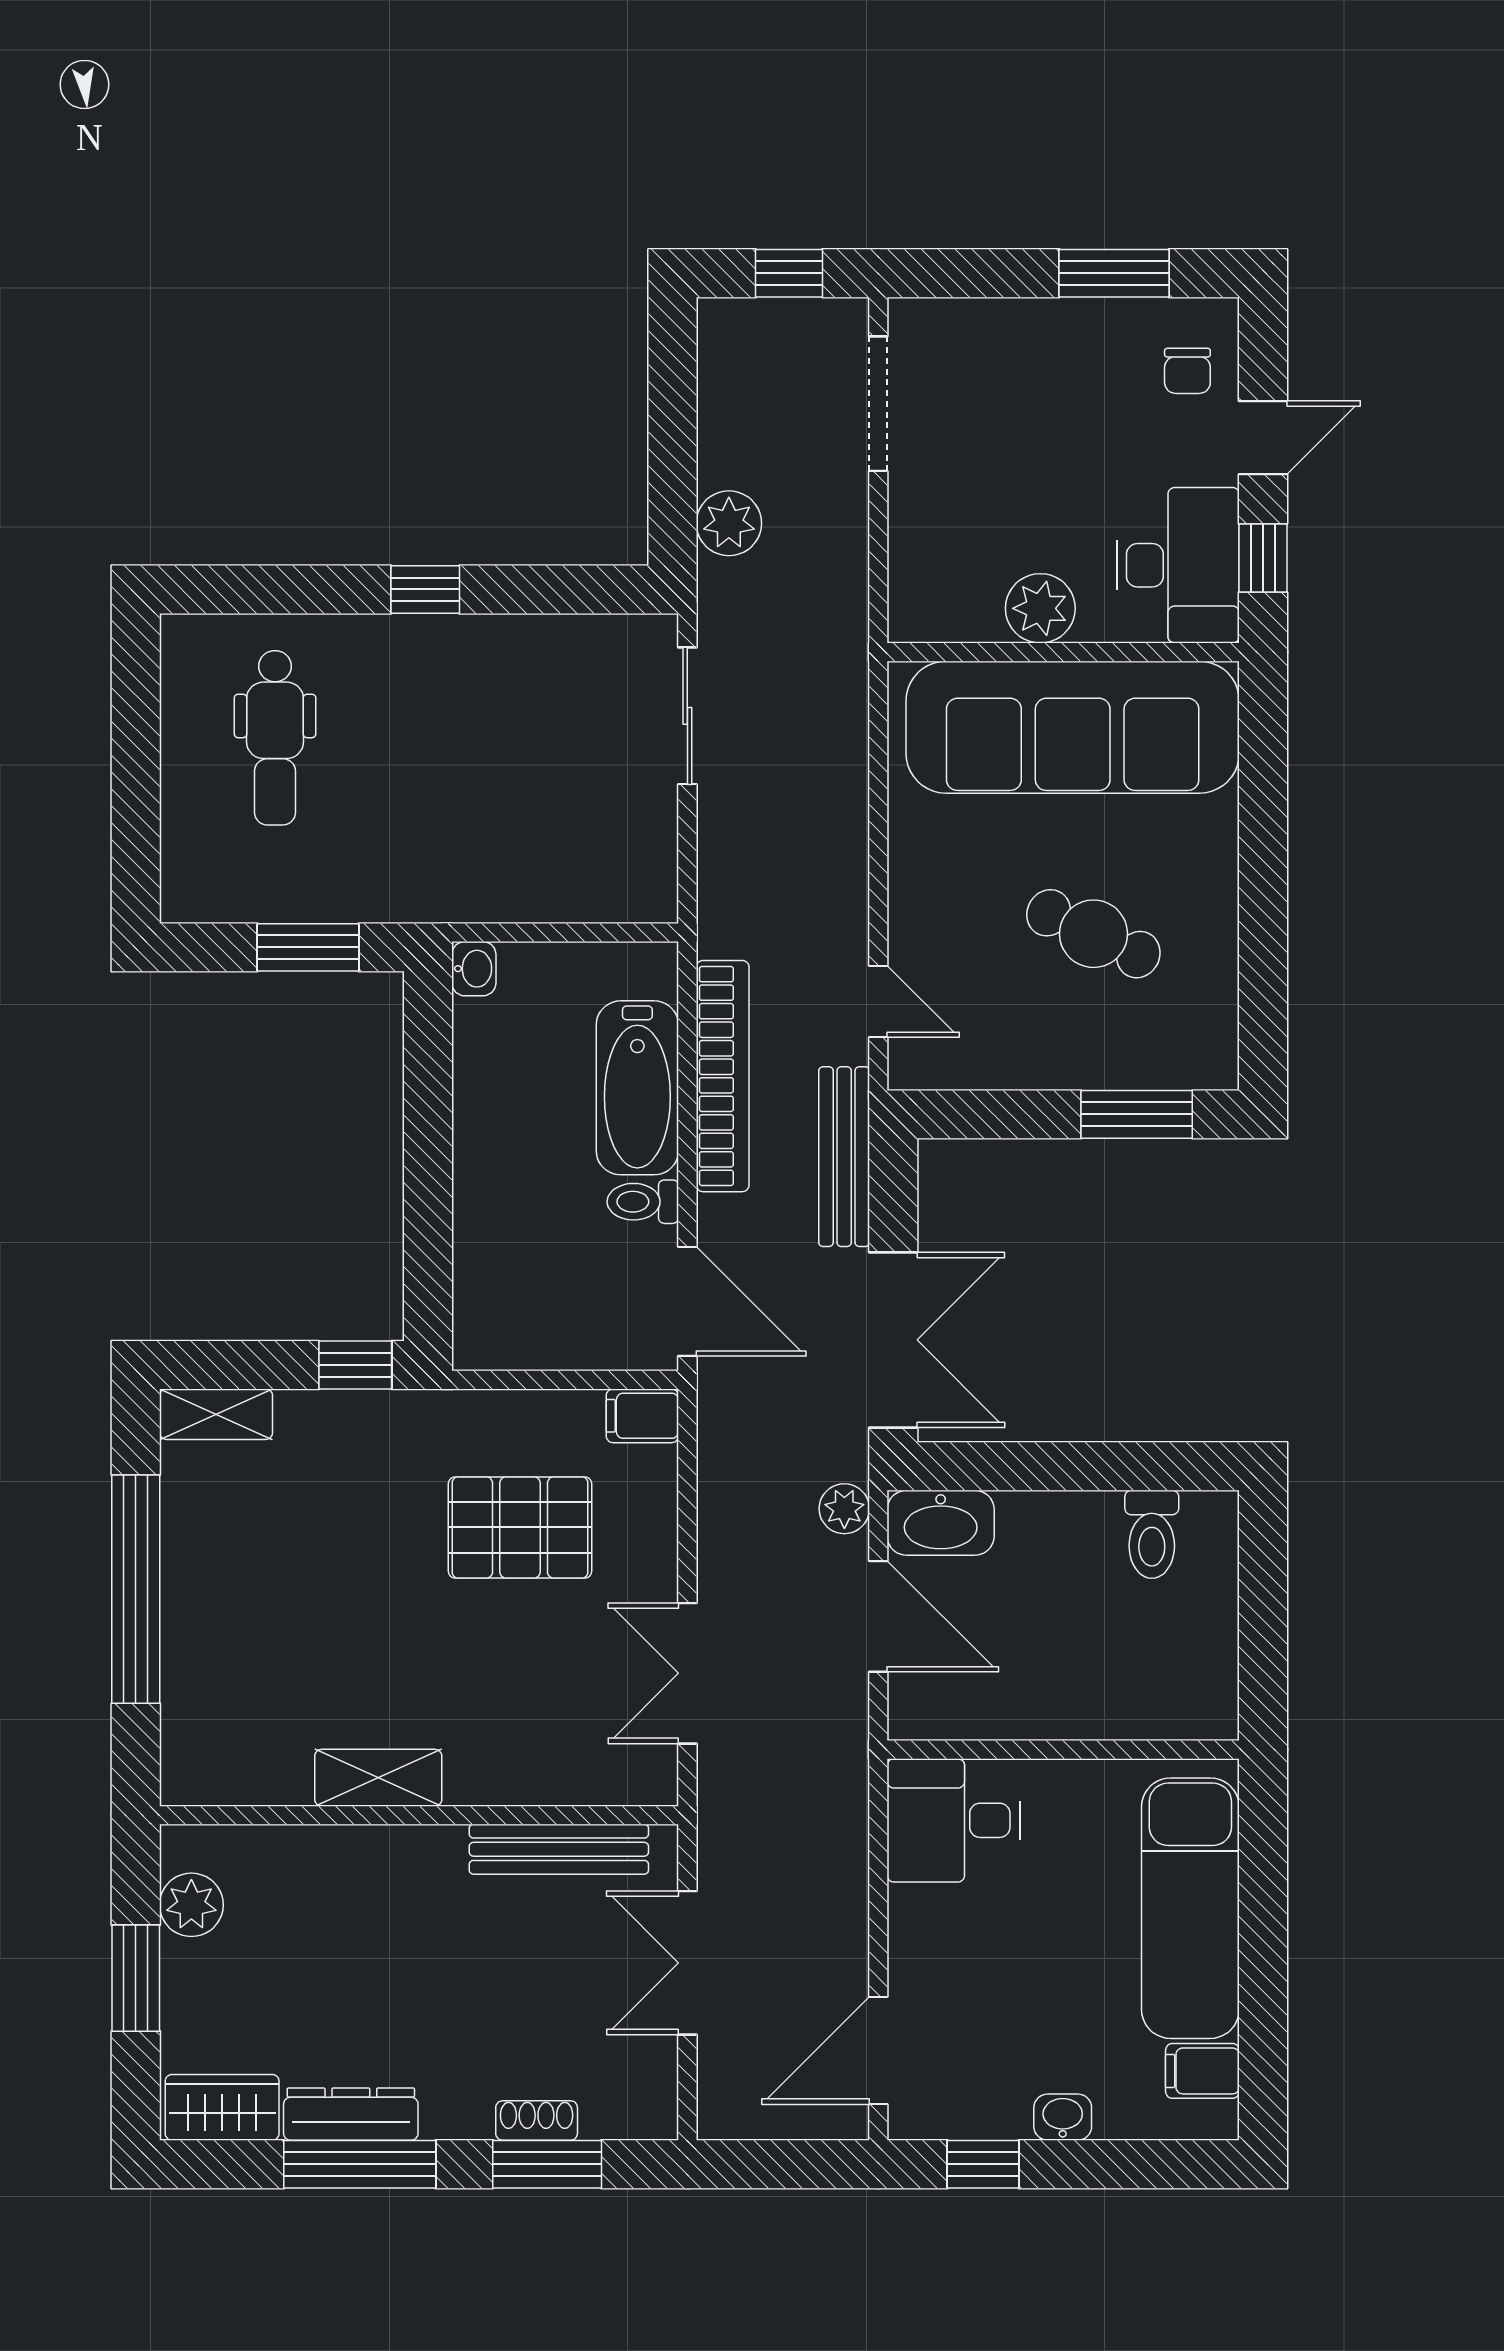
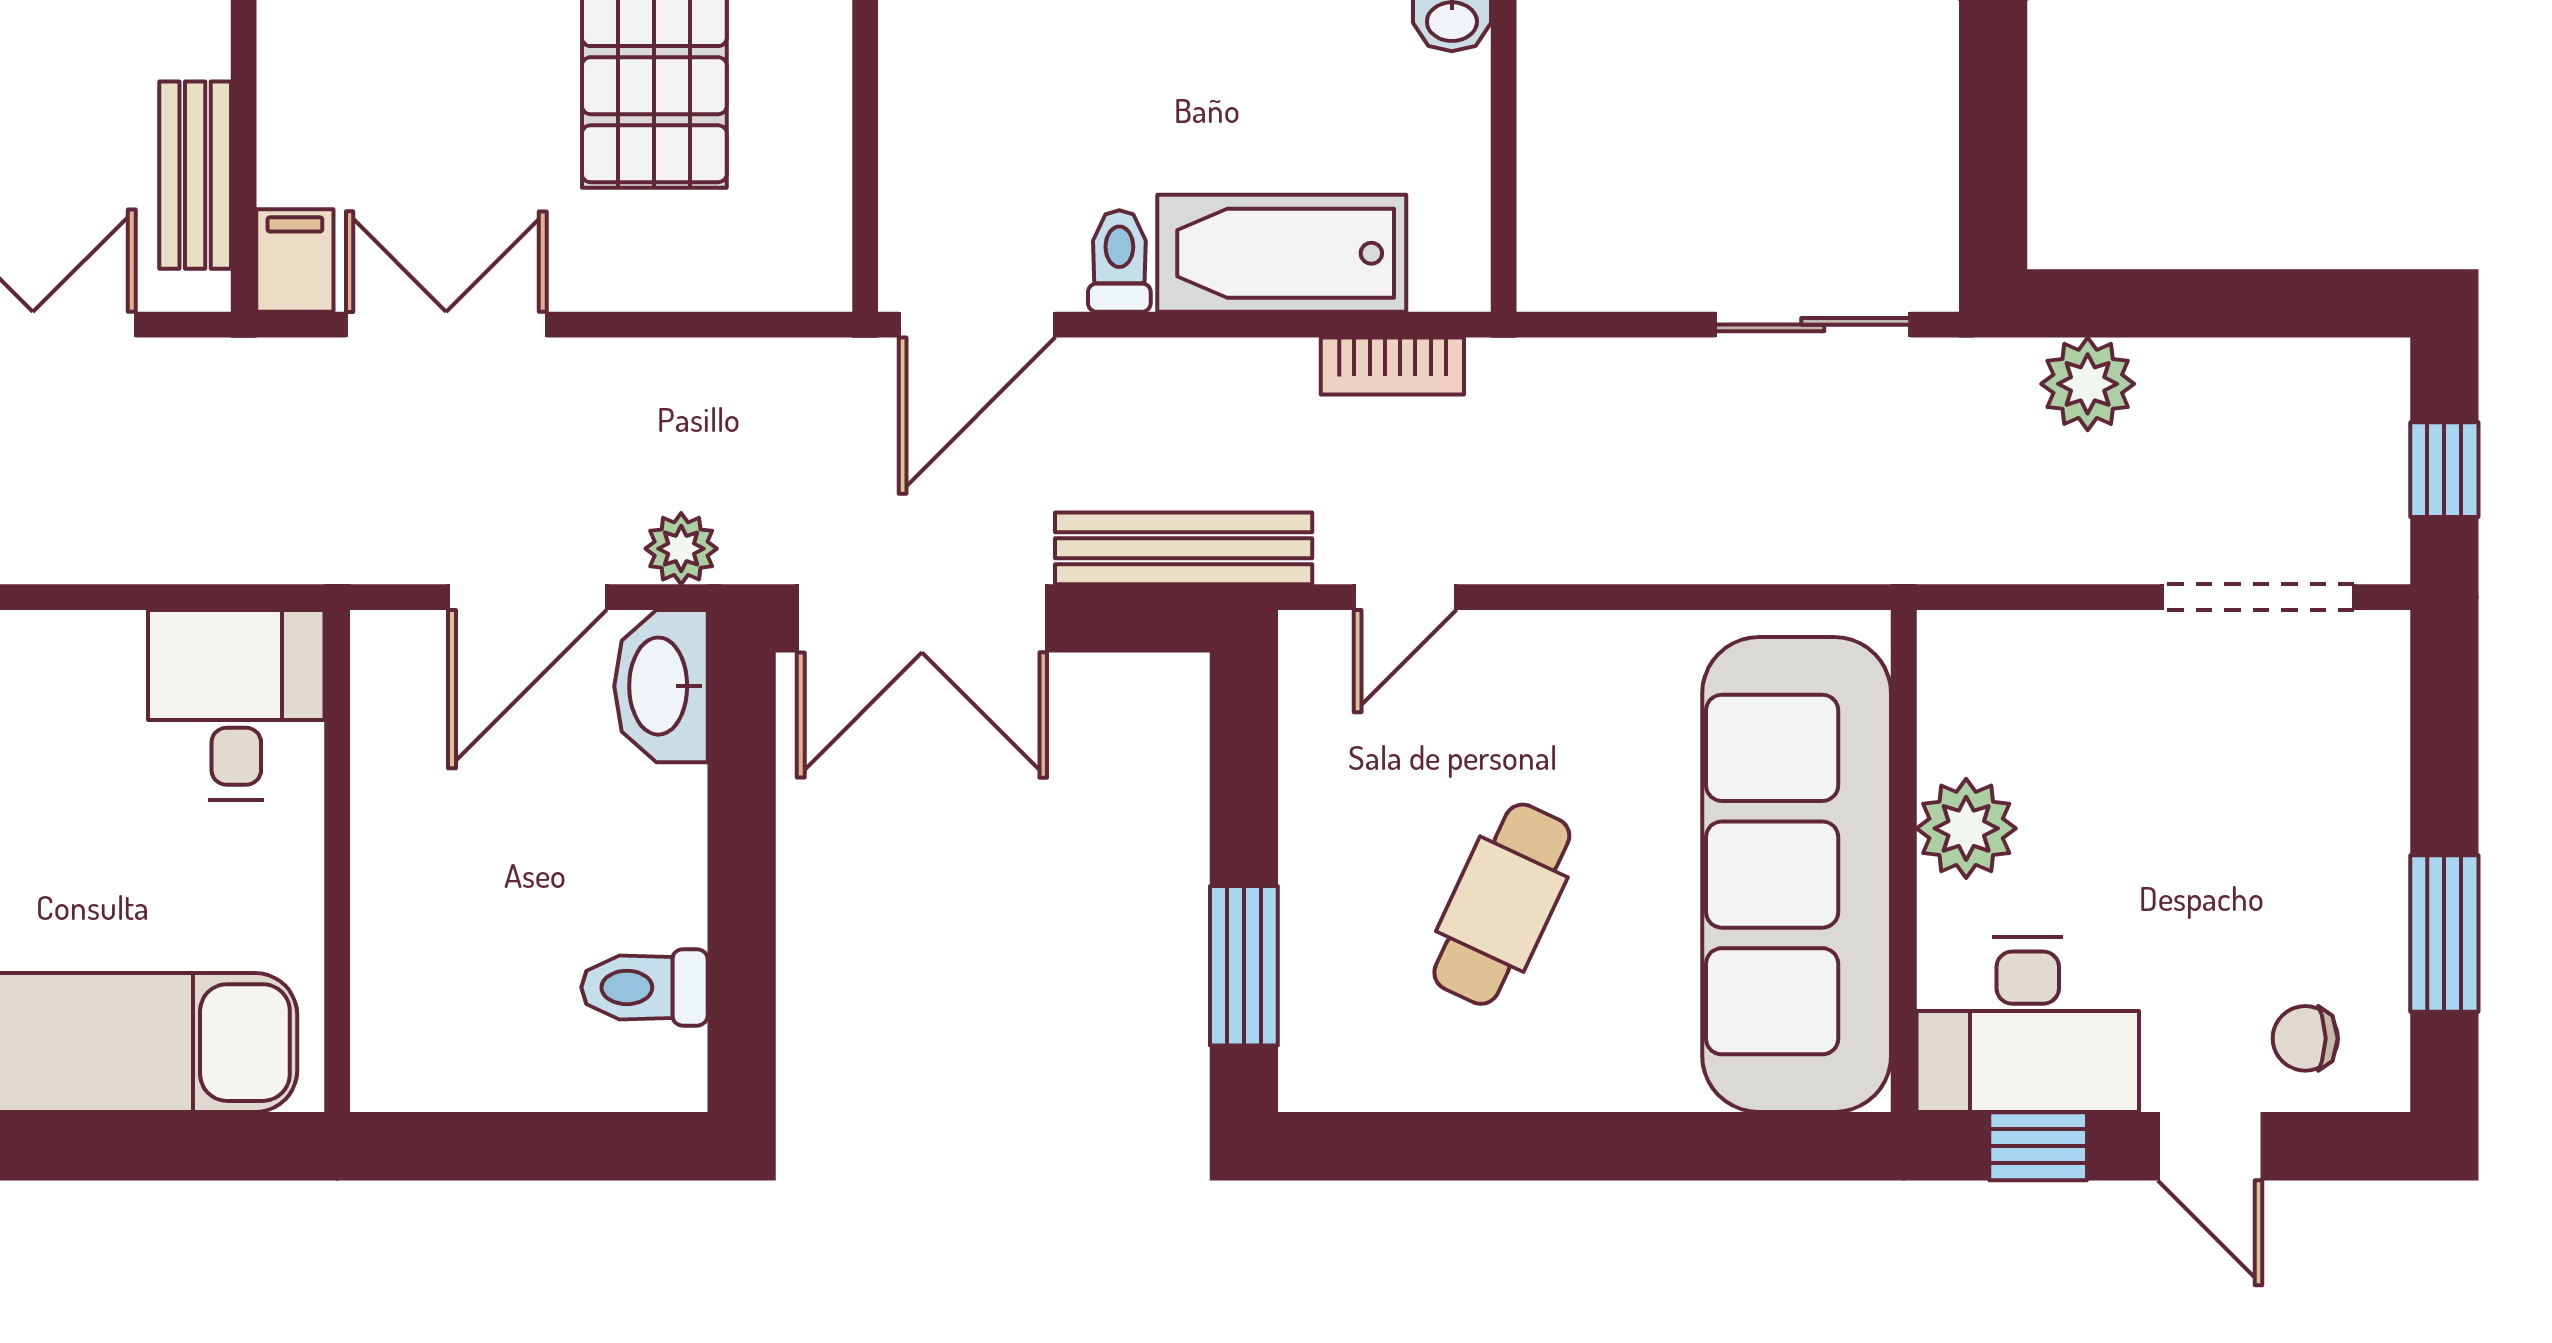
bookcase: (723, 1076) -> (1392, 366), width x0.43, depth x0.76
filing cabinet: (642, 1416) -> (295, 260), moved
bench: (559, 1849) -> (195, 175), width x0.73

